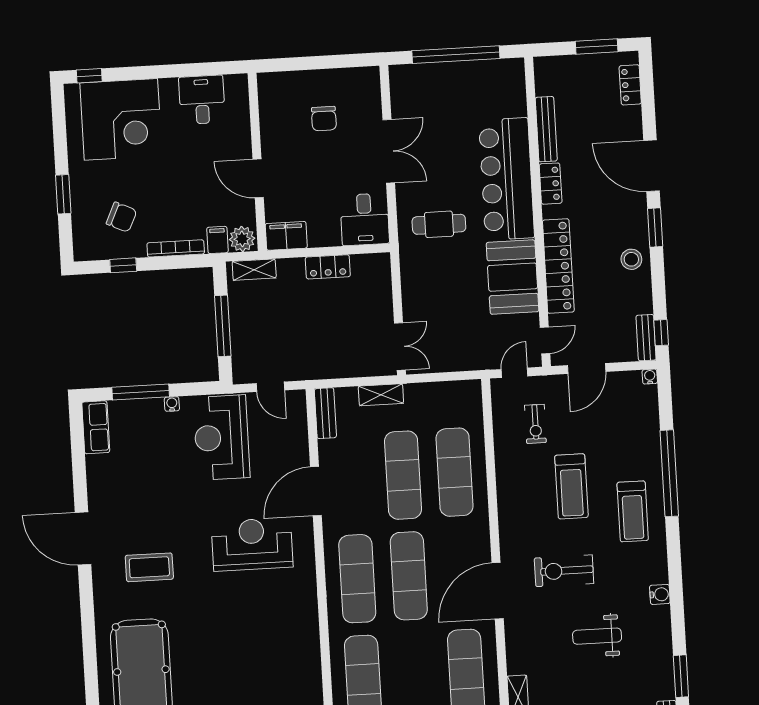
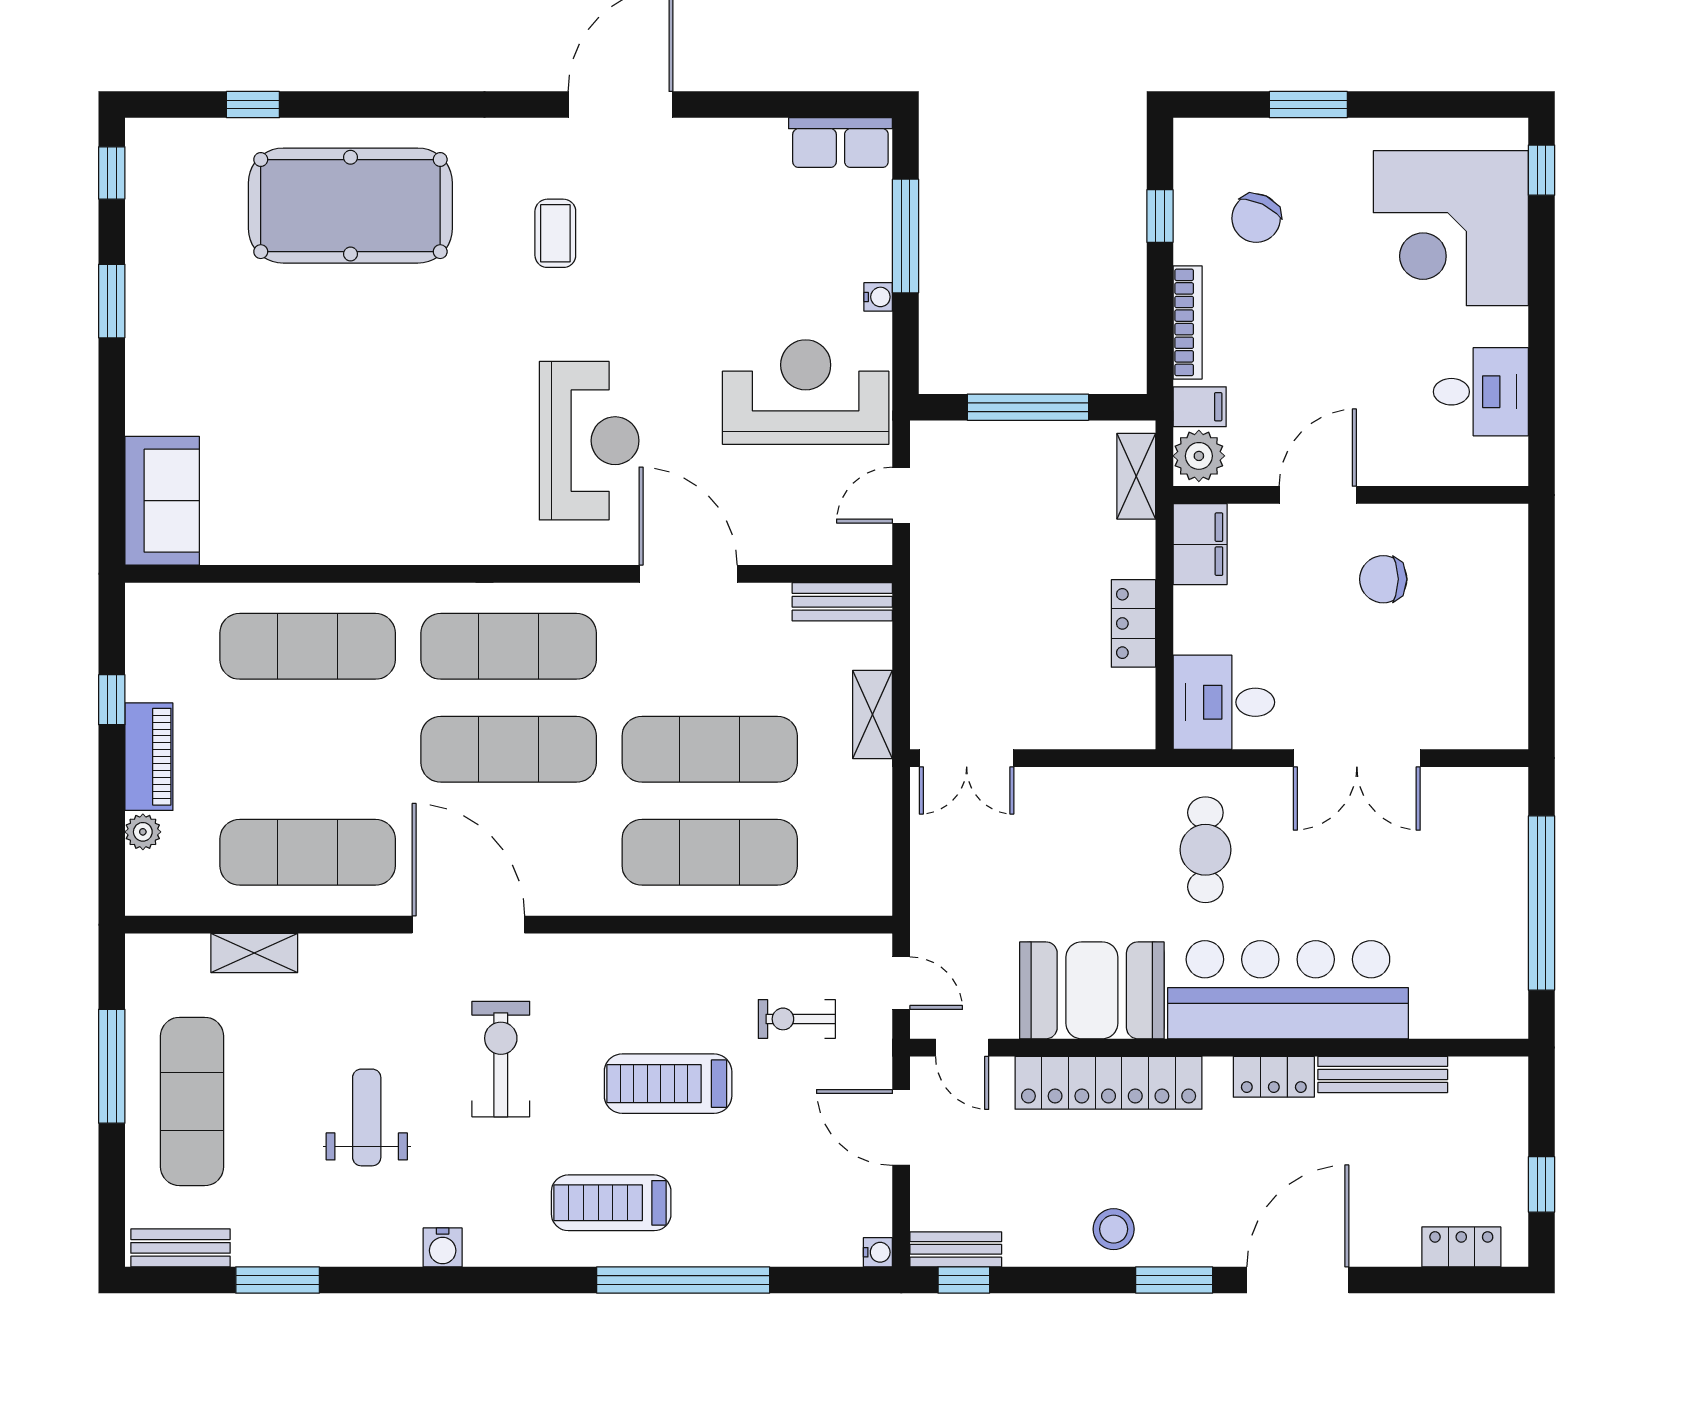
window: (597, 47) -> (1542, 1184), width x0.67
chair: (324, 119) -> (1383, 579), moved
coffee table: (149, 567) -> (555, 233), width x0.73, depth x0.77

